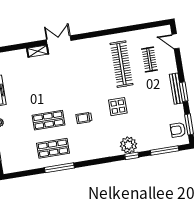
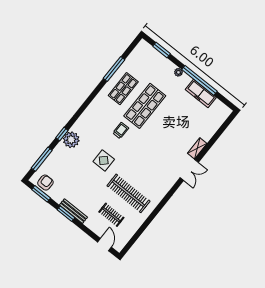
door: (175, 41) -> (104, 245), hinge flipped
shop shelf: (48, 120) -> (145, 106), width x1.43, depth x1.36
window: (59, 168) -> (114, 69), moved

